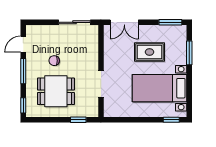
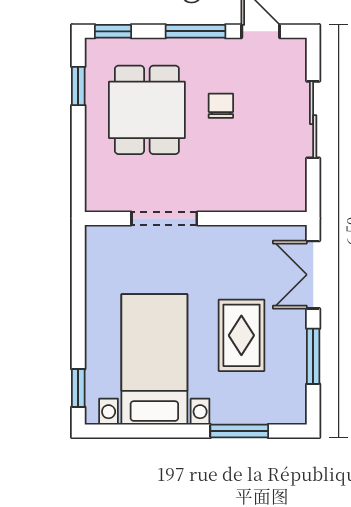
sliding door: (74, 22) -> (313, 120), moved
window: (170, 22) -> (313, 356), moved
window: (78, 120) -> (78, 86), moved

